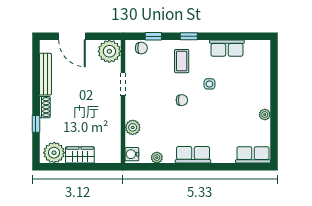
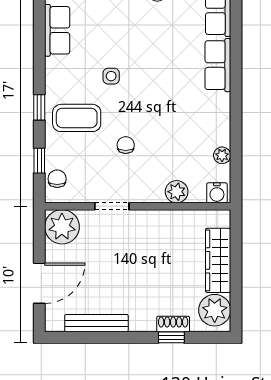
row of seats: (227, 48) -> (57, 30), moved
coffee table: (182, 61) -> (77, 118), width x1.36, depth x1.30
chair: (182, 100) -> (126, 145), moved
shoe rack: (45, 107) -> (173, 324), moved
wardrobe: (80, 155) -> (218, 260), width x1.50
row of seats: (193, 155) -> (218, 65), moved

